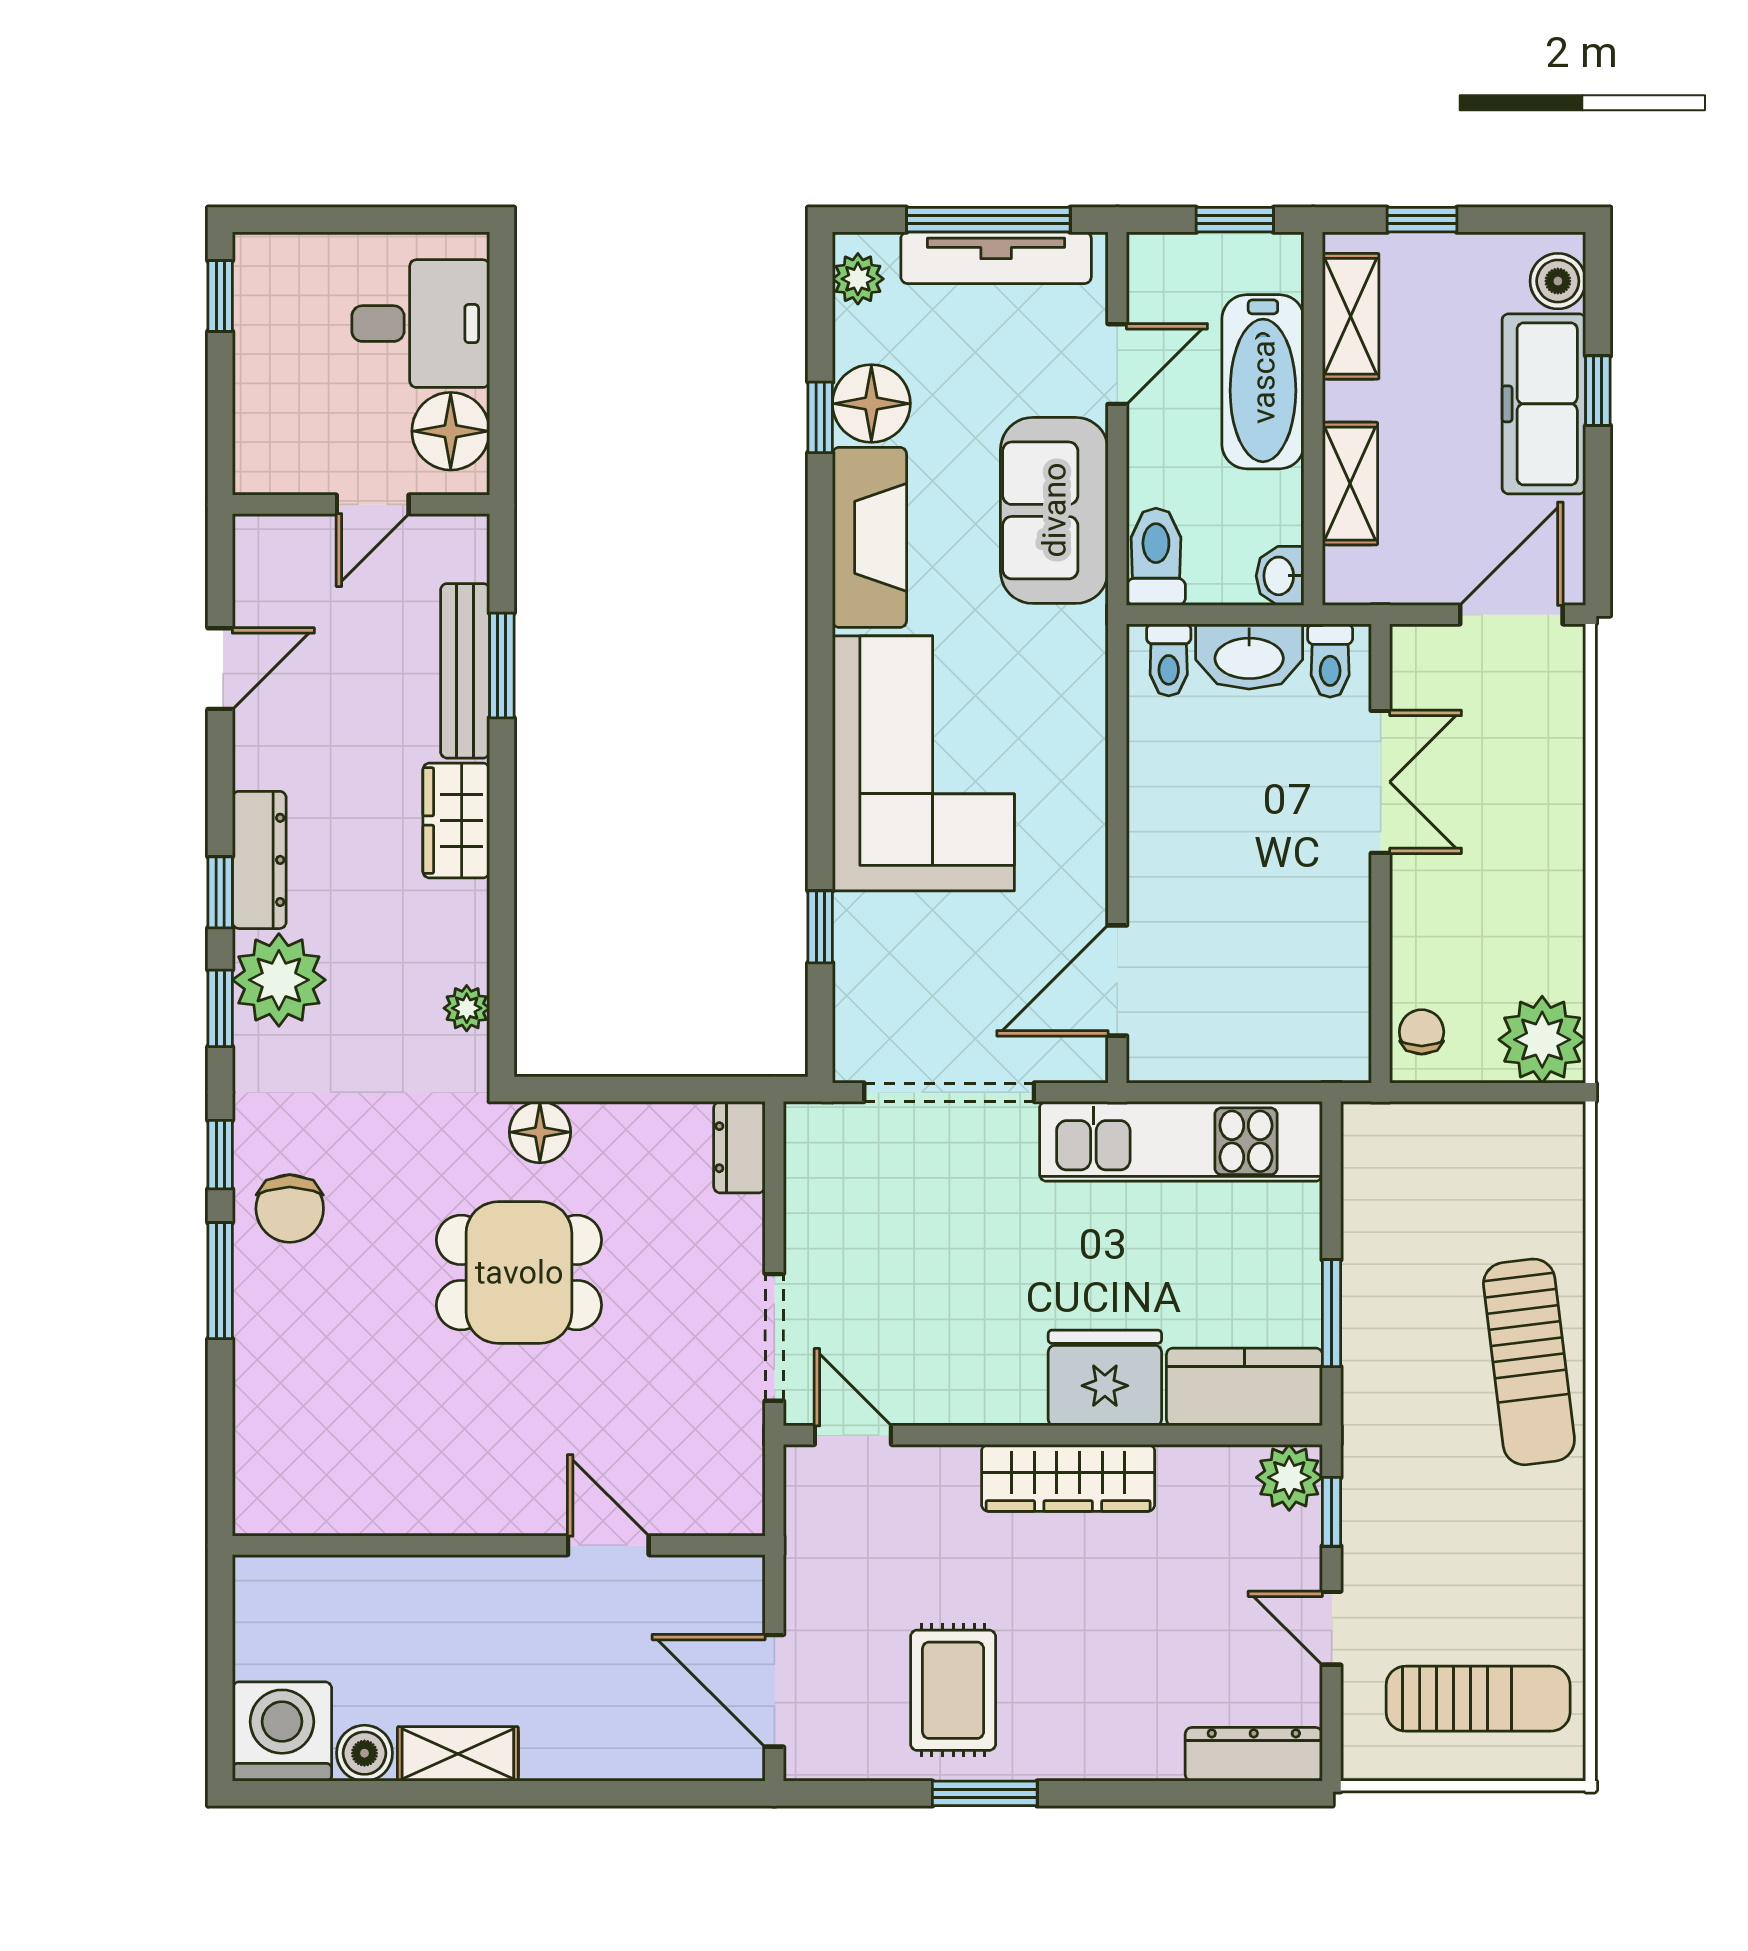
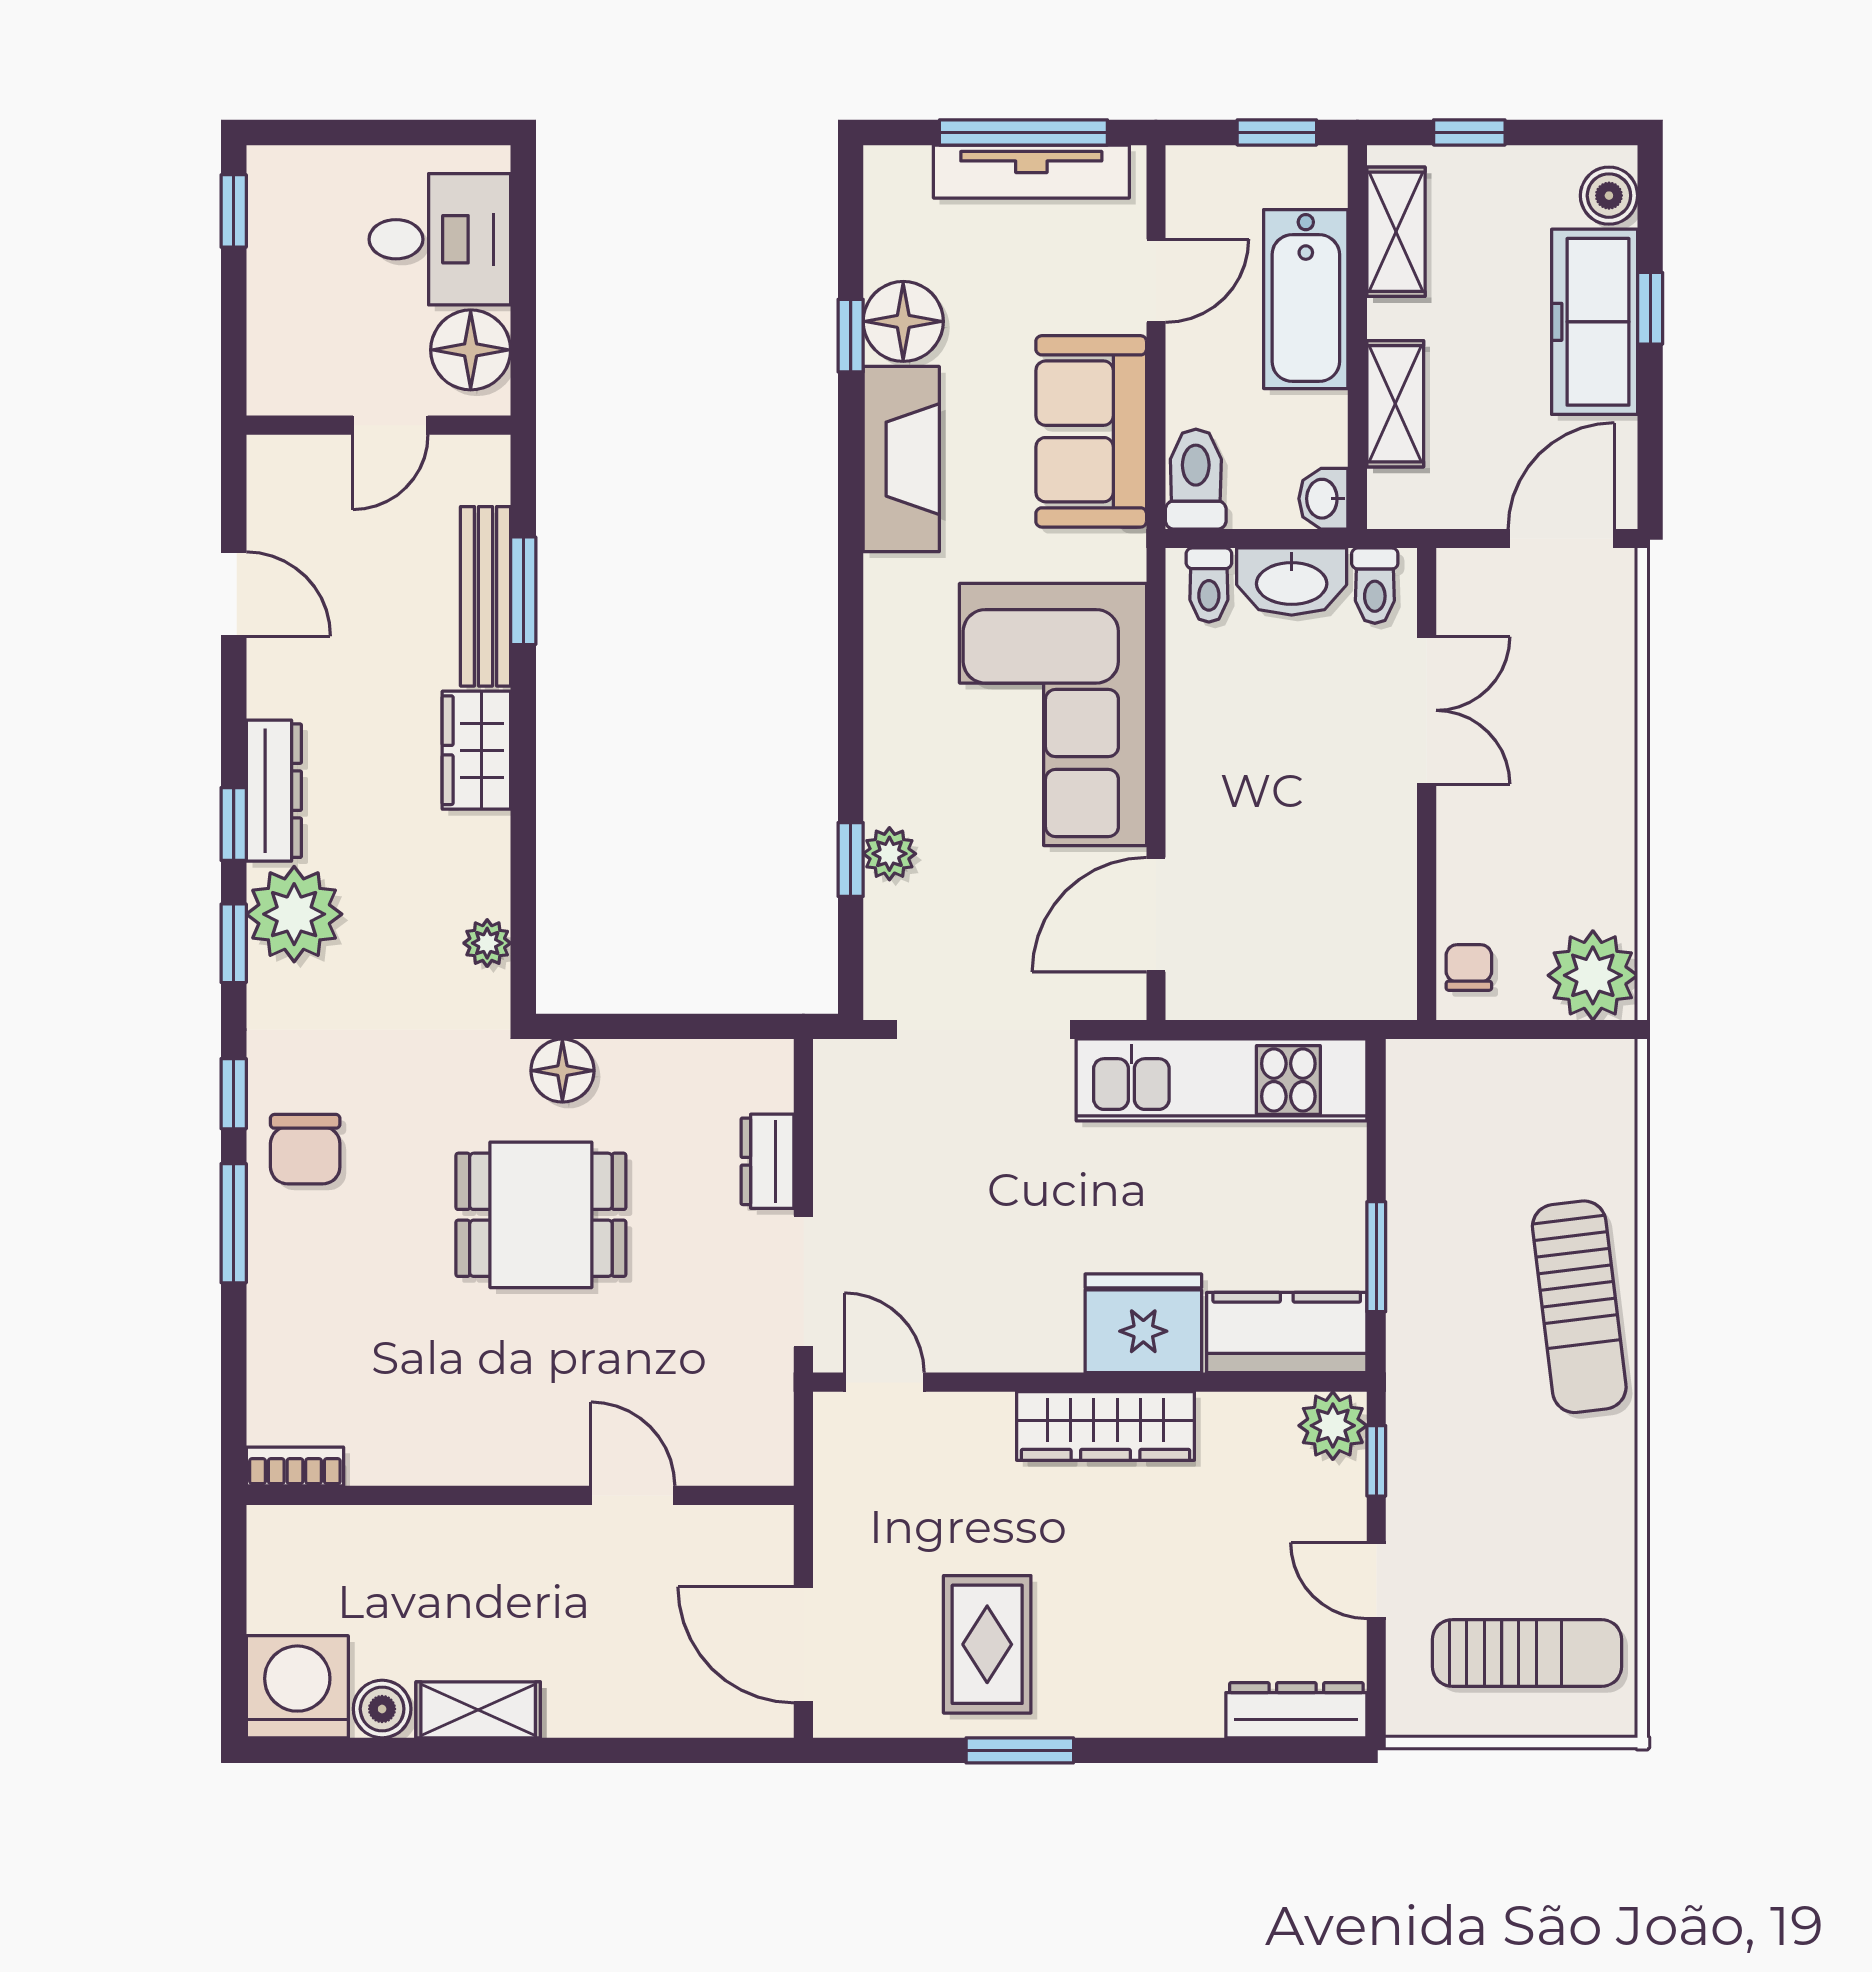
plant: (858, 279) -> (889, 854), moved
door: (220, 669) -> (234, 594), hinge flipped
corner sofa: (923, 763) -> (1053, 715), moved, turned 180
dresser: (739, 1147) -> (768, 1161), moved
bookcase: (280, 1517) -> (295, 1466), added

